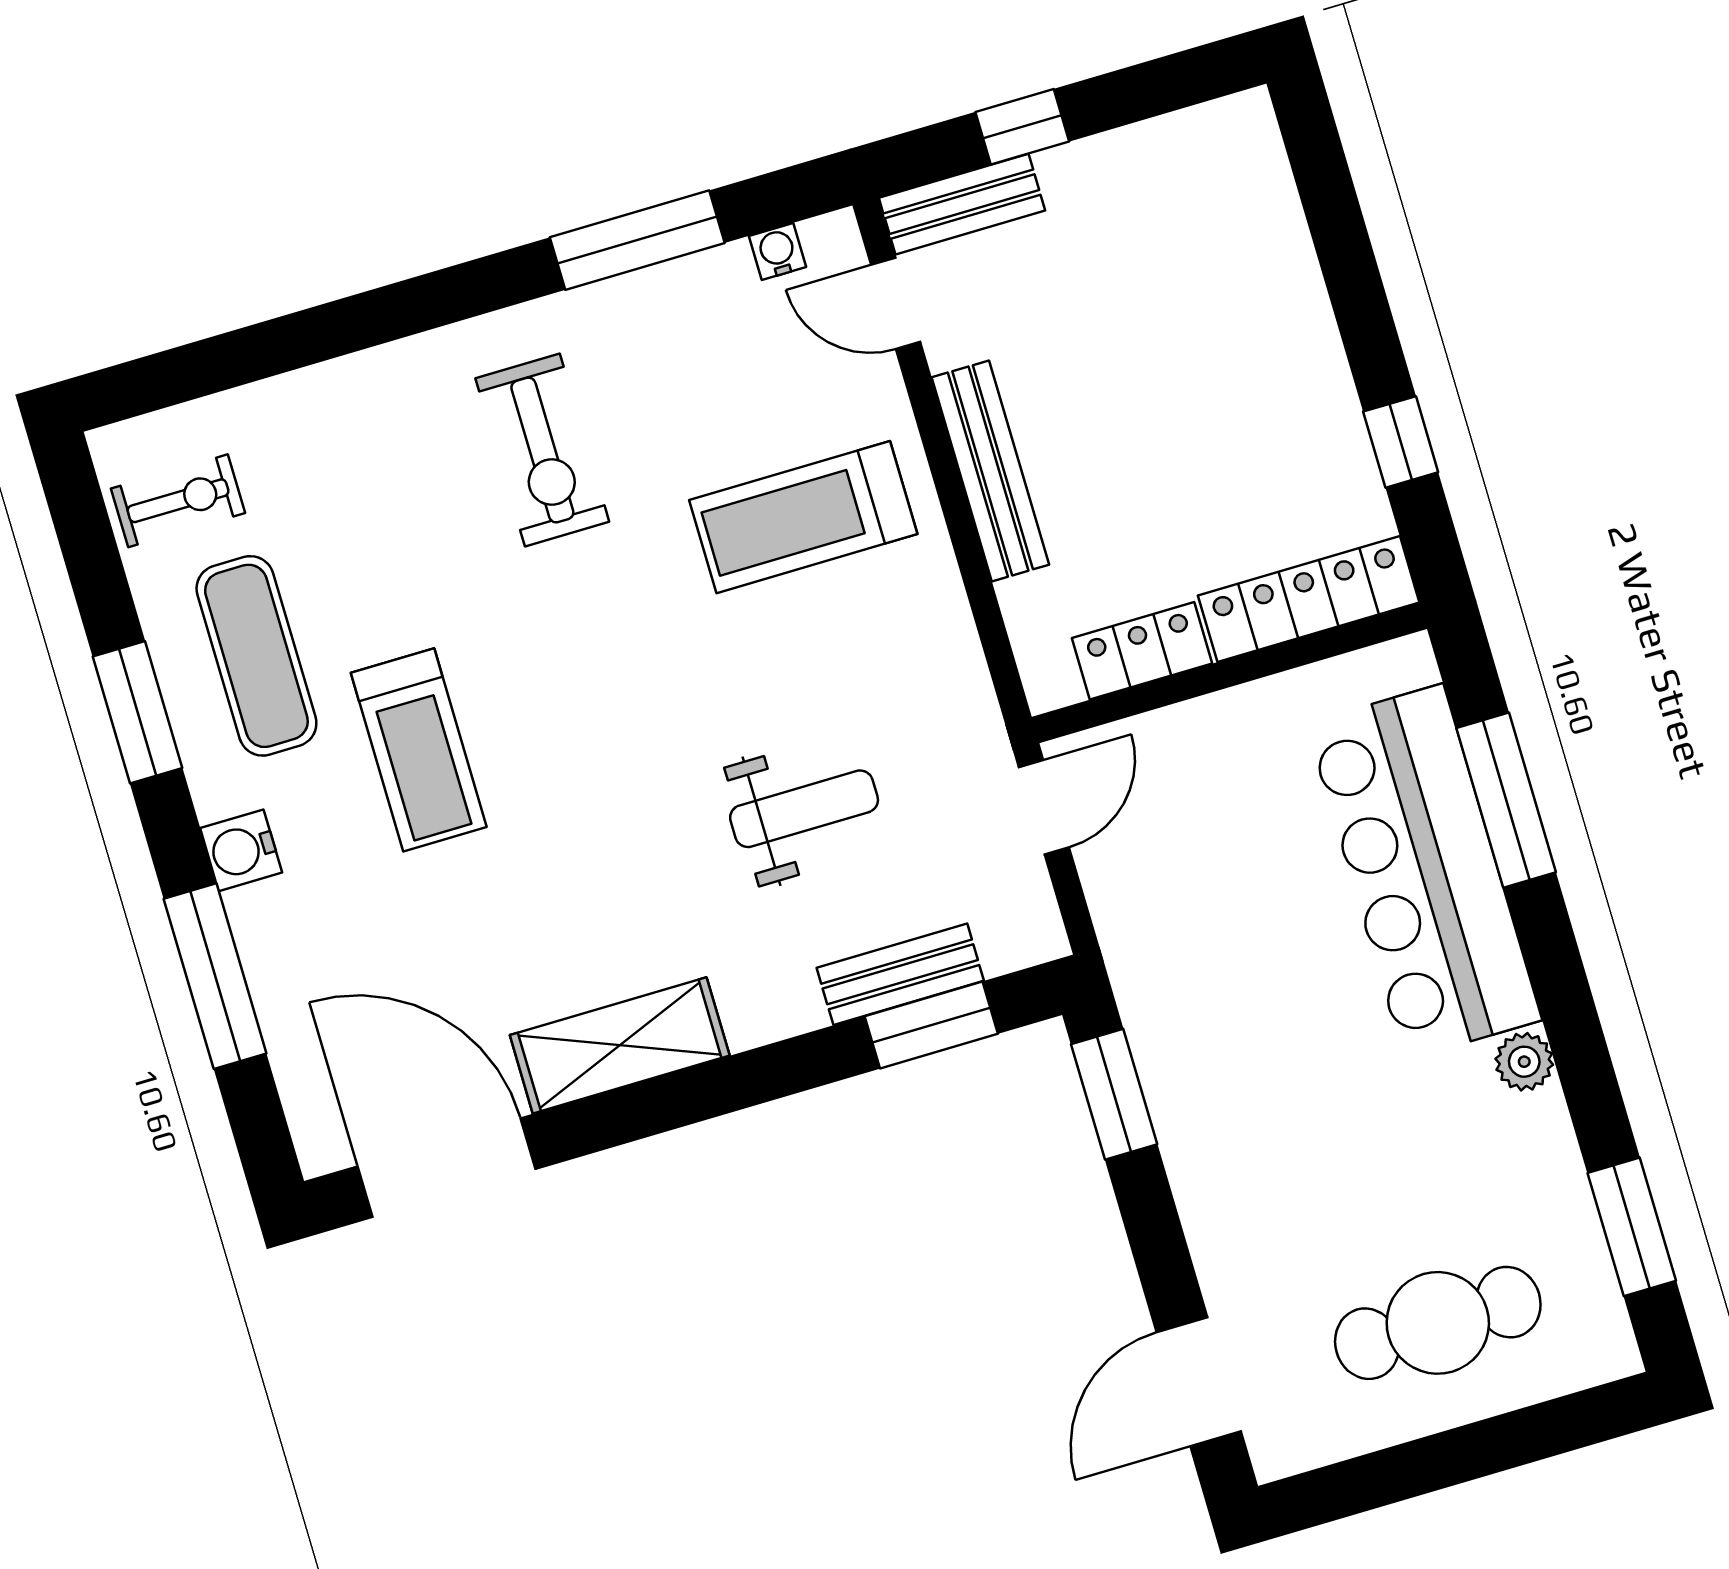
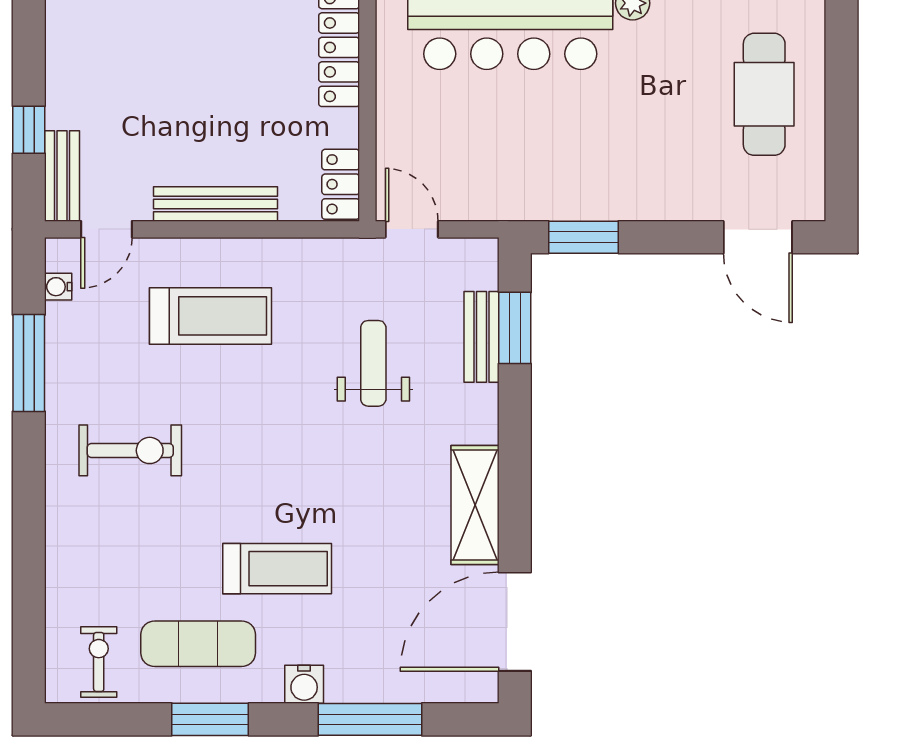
treadmill: (803, 517) -> (210, 316), turned -90
locker: (1142, 651) -> (341, 184), moved

